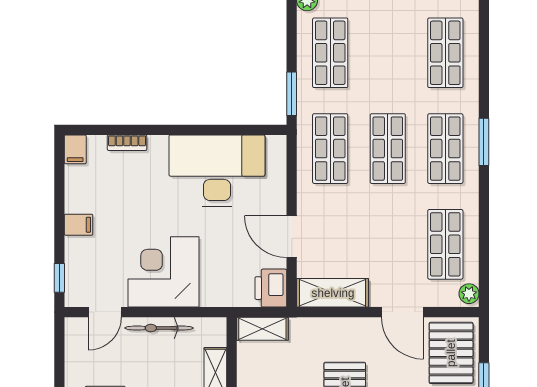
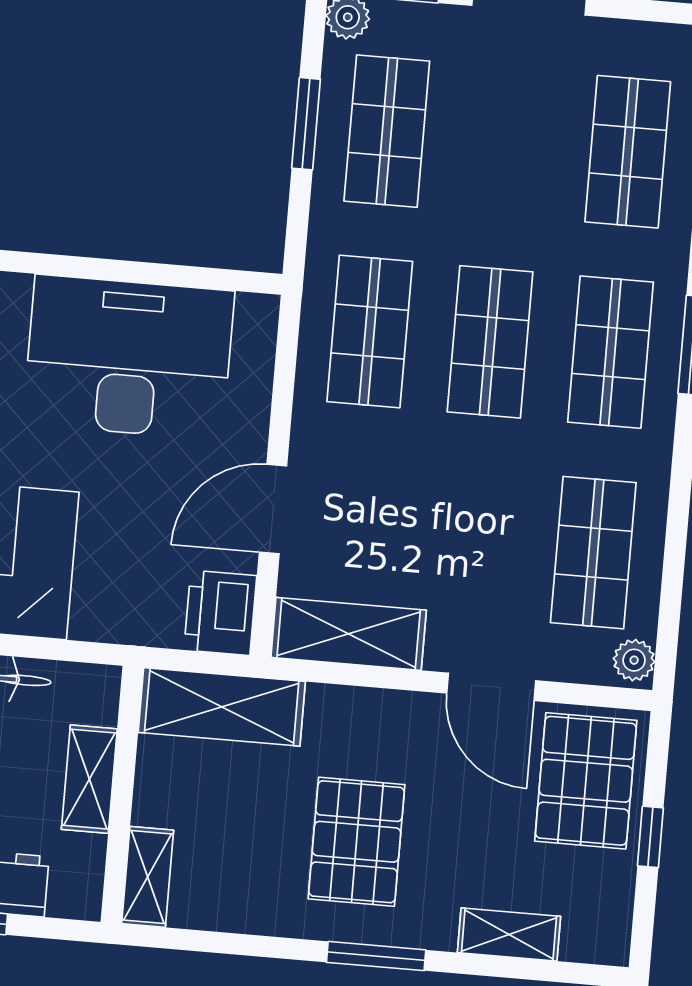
window: (292, 94) -> (306, 124), moved
door: (292, 237) -> (273, 509), hinge flipped
shelving: (262, 329) -> (222, 707), width x1.50, depth x1.33

